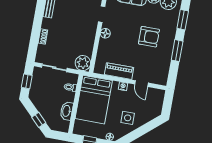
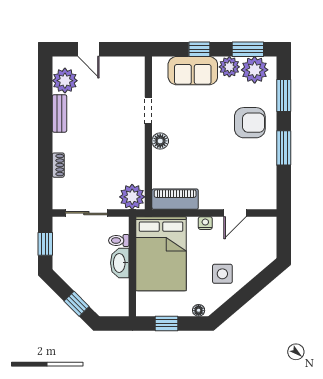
armchair: (149, 37) -> (250, 123), moved
piano: (119, 71) -> (175, 199), moved
door: (141, 84) -> (235, 213), hinge flipped
washbasin: (67, 111) -> (120, 263), moved

